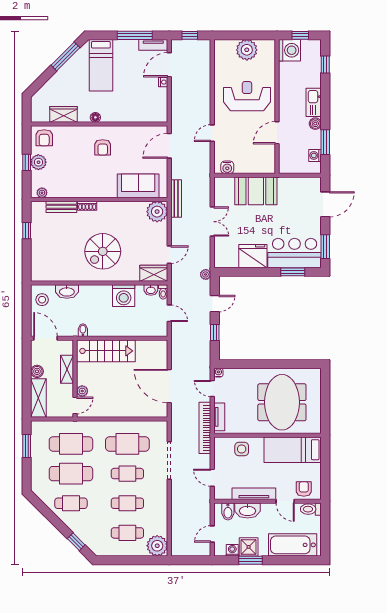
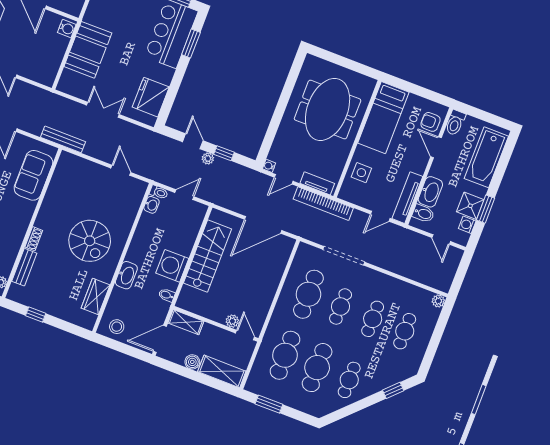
water cooler: (227, 167) -> (67, 28), moved
plant: (157, 212) -> (69, 165), removed
fridge: (253, 256) -> (151, 97), moved
wardrobe: (154, 273) -> (96, 296), moved
plant: (206, 274) -> (208, 159), moved
washbasin: (67, 292) -> (126, 275), moved
washing machine: (124, 296) -> (172, 266), moved, turned 180
stairs: (106, 351) -> (207, 256), moved
shelving: (67, 369) -> (186, 322), moved
meeting table: (282, 402) -> (328, 109), turned 90
tv unit: (254, 494) -> (407, 198), moved
door: (285, 501) -> (436, 147), swing flipped
plant: (157, 546) -> (438, 301), width x0.53, depth x0.53

